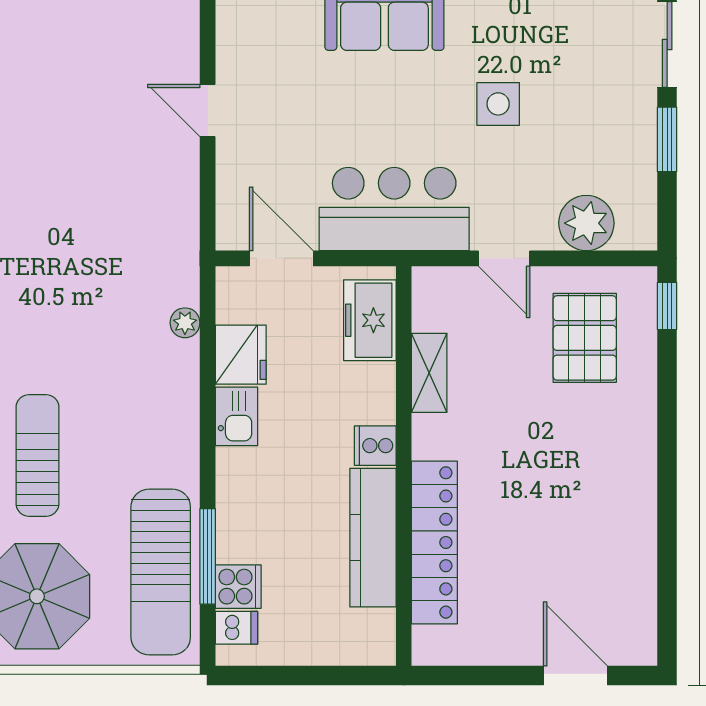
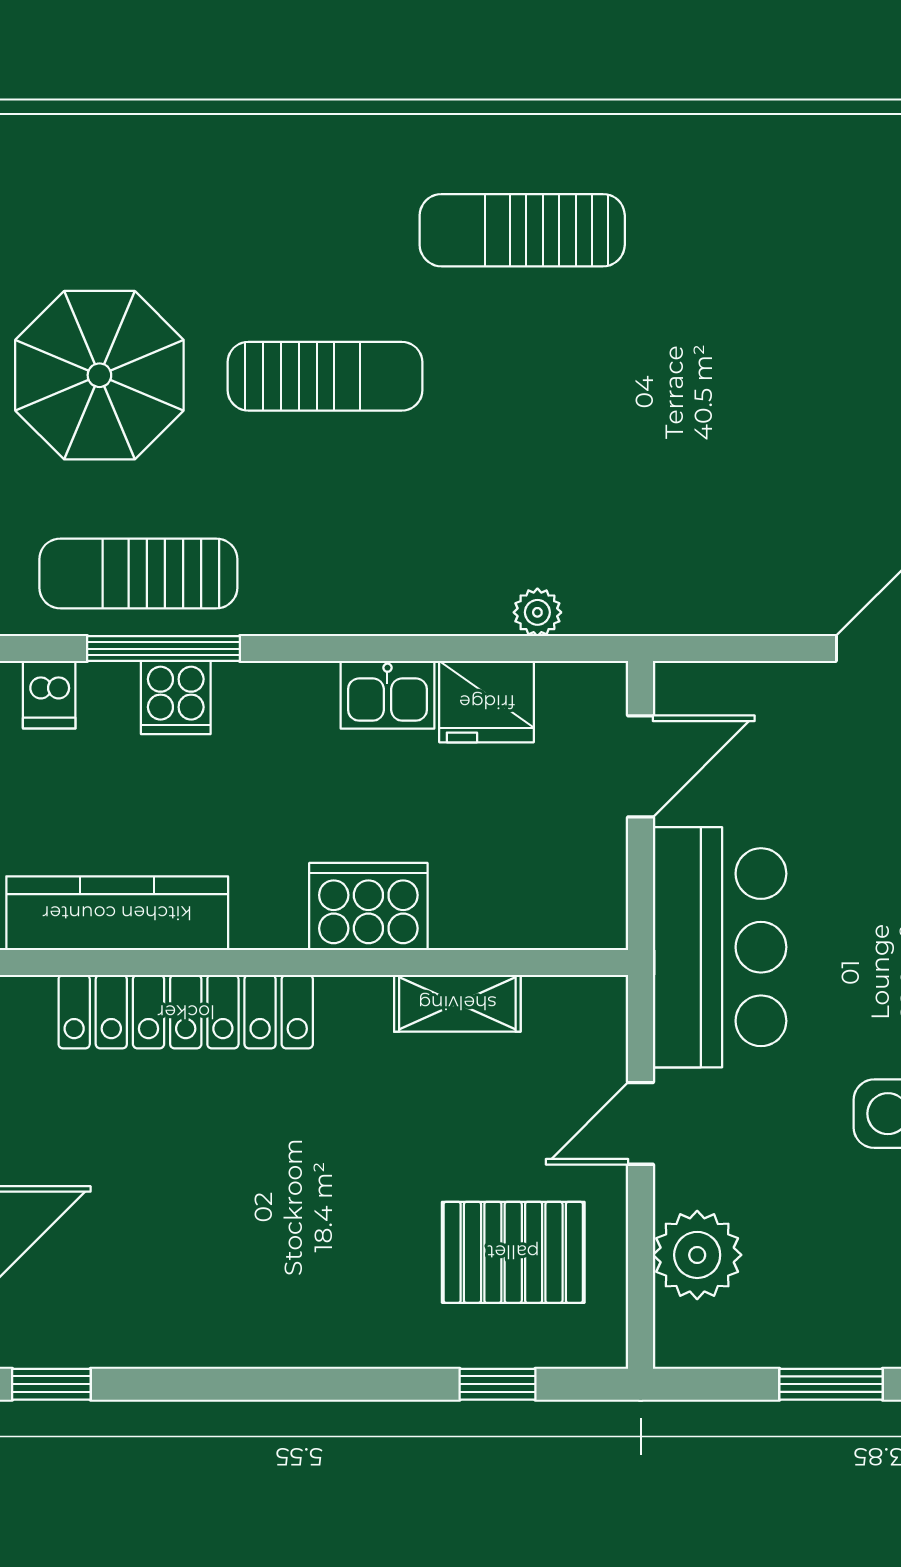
window: (667, 306) -> (498, 1384), moved
freezer: (370, 320) -> (542, 908), removed
cooker: (375, 446) -> (368, 907), width x1.87, depth x1.31
kitchen counter: (373, 538) -> (117, 913), moved
sun lounger: (161, 572) -> (138, 573), width x0.73, depth x0.75
cooker: (238, 587) -> (176, 698), moved
window: (667, 626) -> (51, 1384), added

